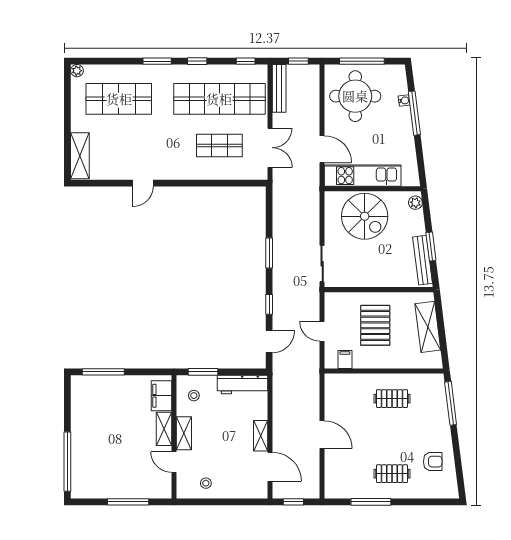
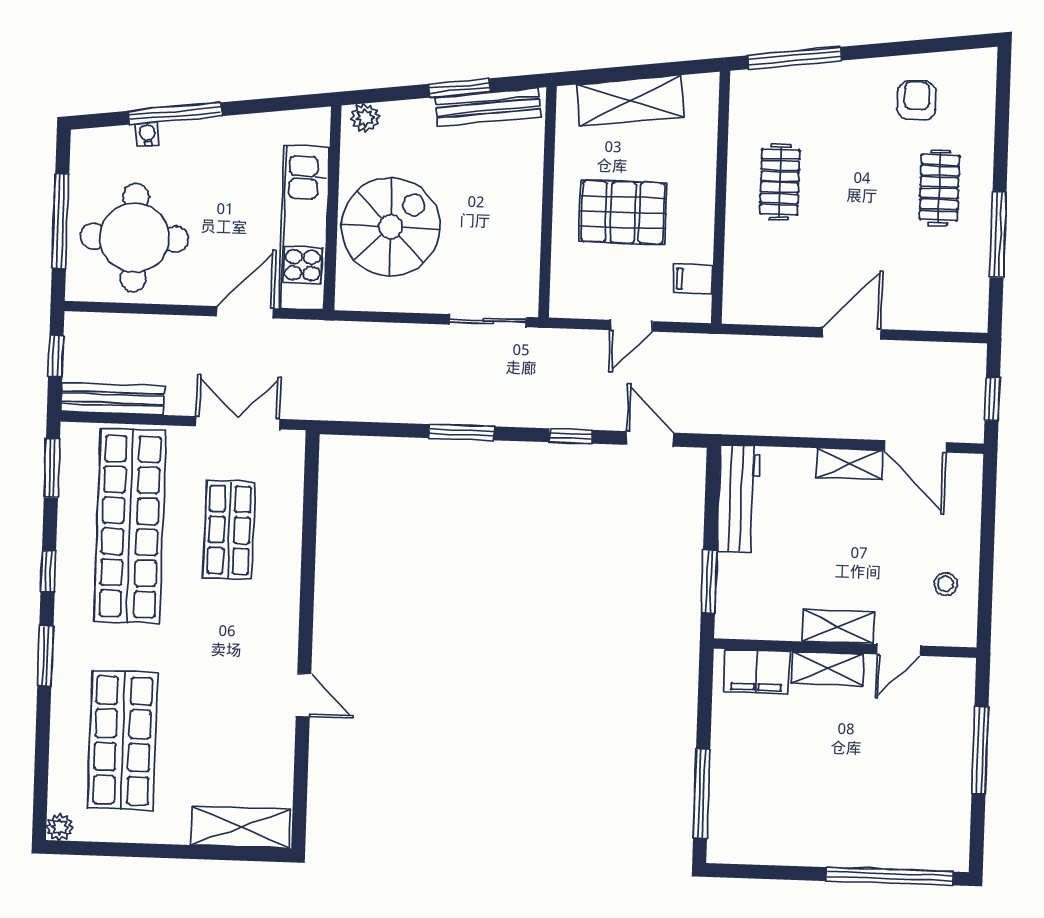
window: (246, 61) -> (52, 468), width x1.50
stool: (194, 396) -> (759, 603), removed
door: (270, 467) -> (916, 446), swing flipped

